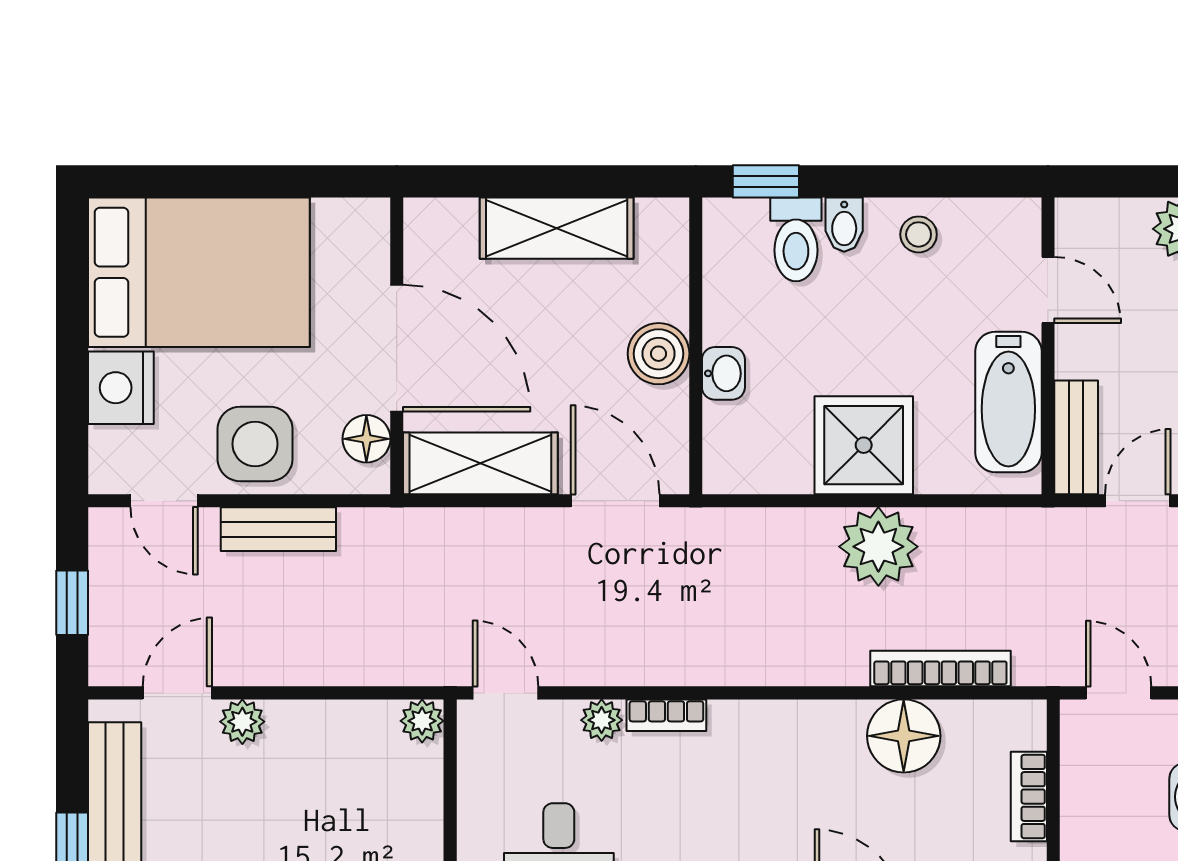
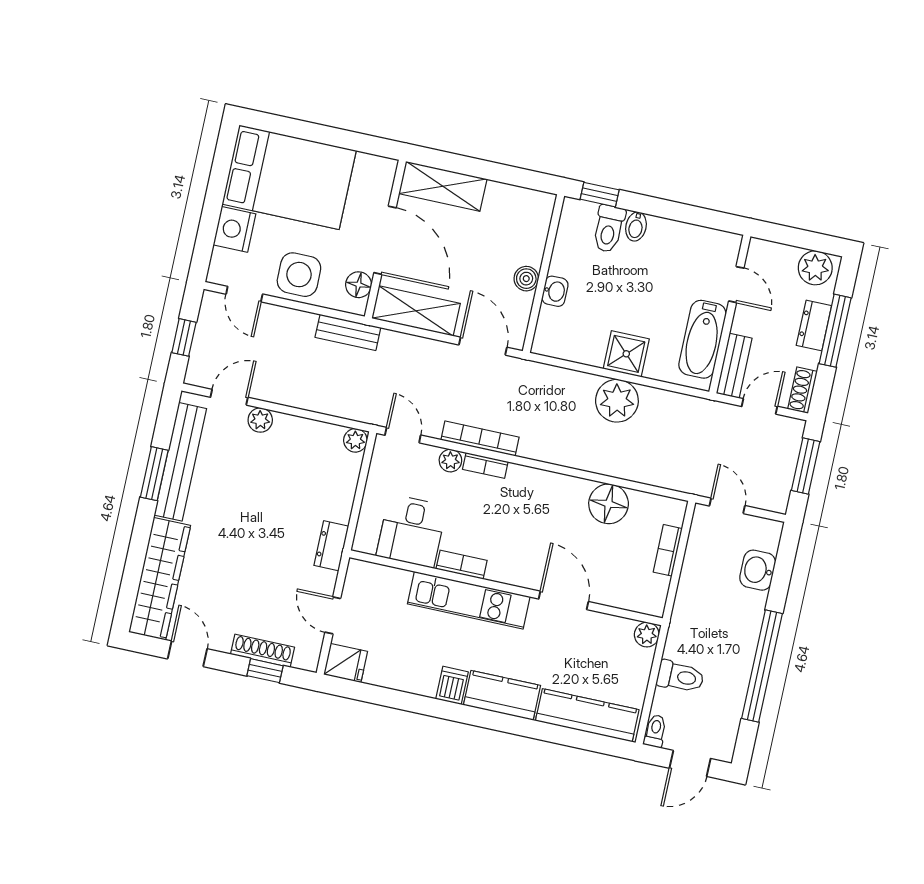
shelving: (557, 228) -> (443, 186), moved
stool: (919, 234) -> (674, 240), removed
boiler: (659, 354) -> (526, 279), width x0.73, depth x0.73
shower: (864, 445) -> (626, 354), width x0.73, depth x0.73
bench: (278, 529) -> (348, 332), moved
bookcase: (940, 668) -> (480, 438), moved

